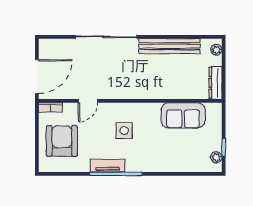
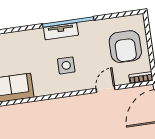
tv unit: (108, 166) -> (61, 31), moved

